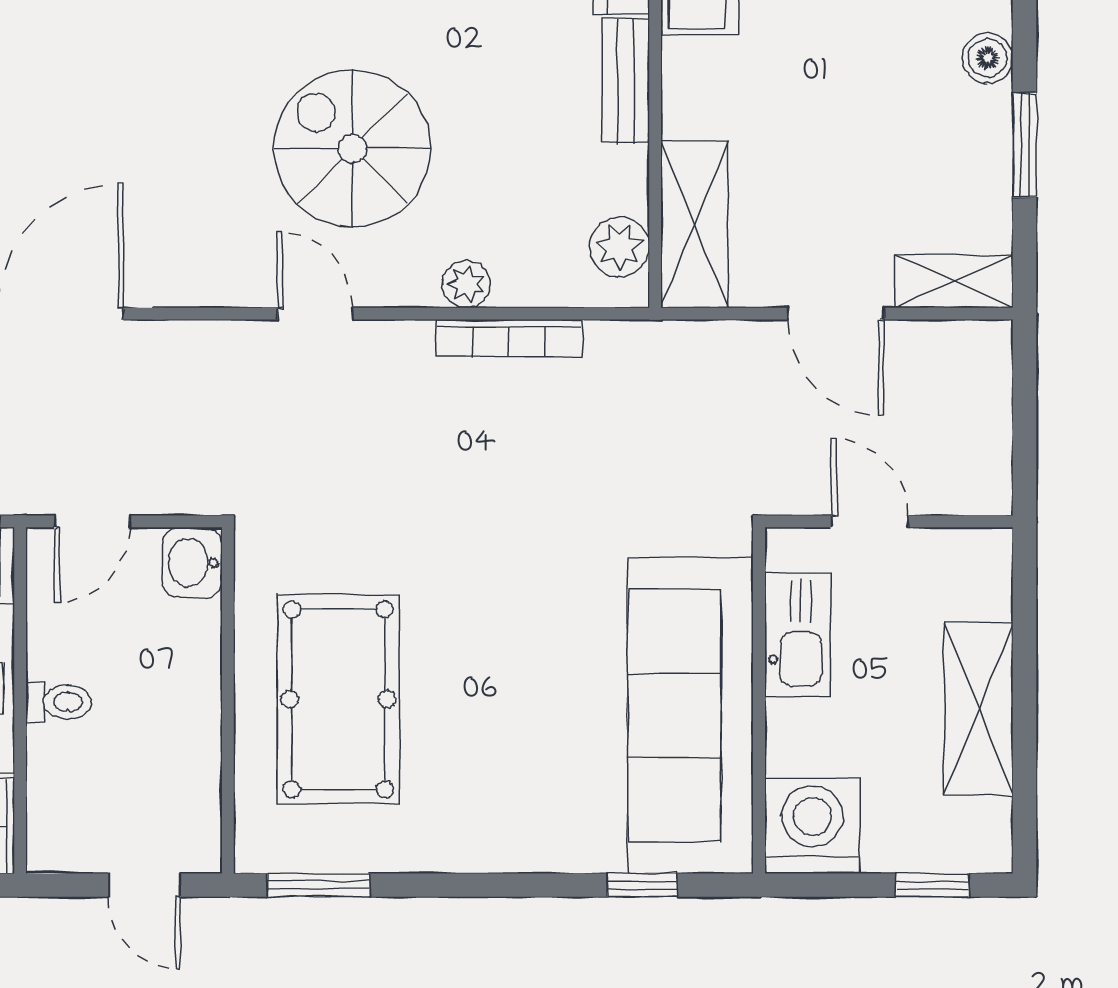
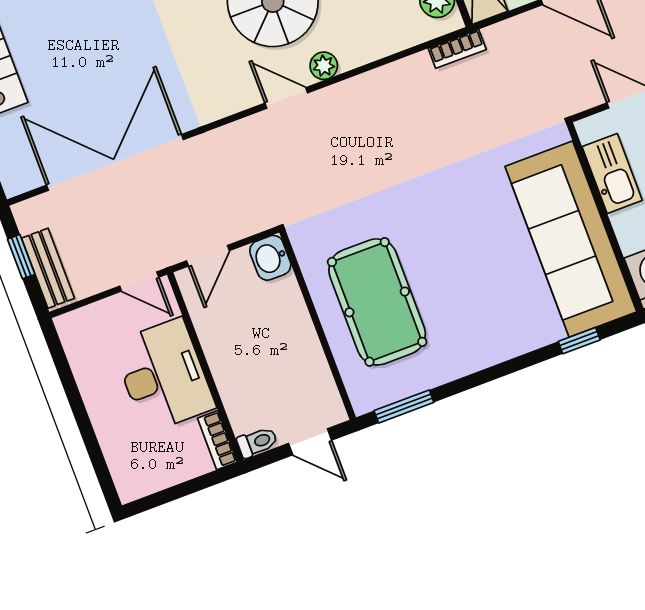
plant: (466, 284) -> (324, 66), moved
bookcase: (509, 338) -> (457, 49), moved, width x0.64
toilet: (59, 702) -> (257, 442), moved

